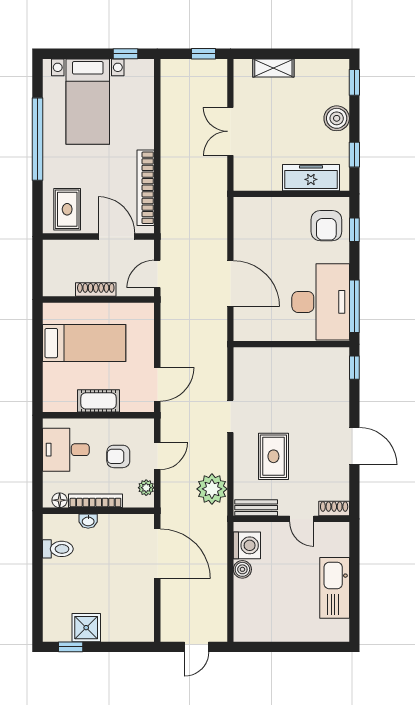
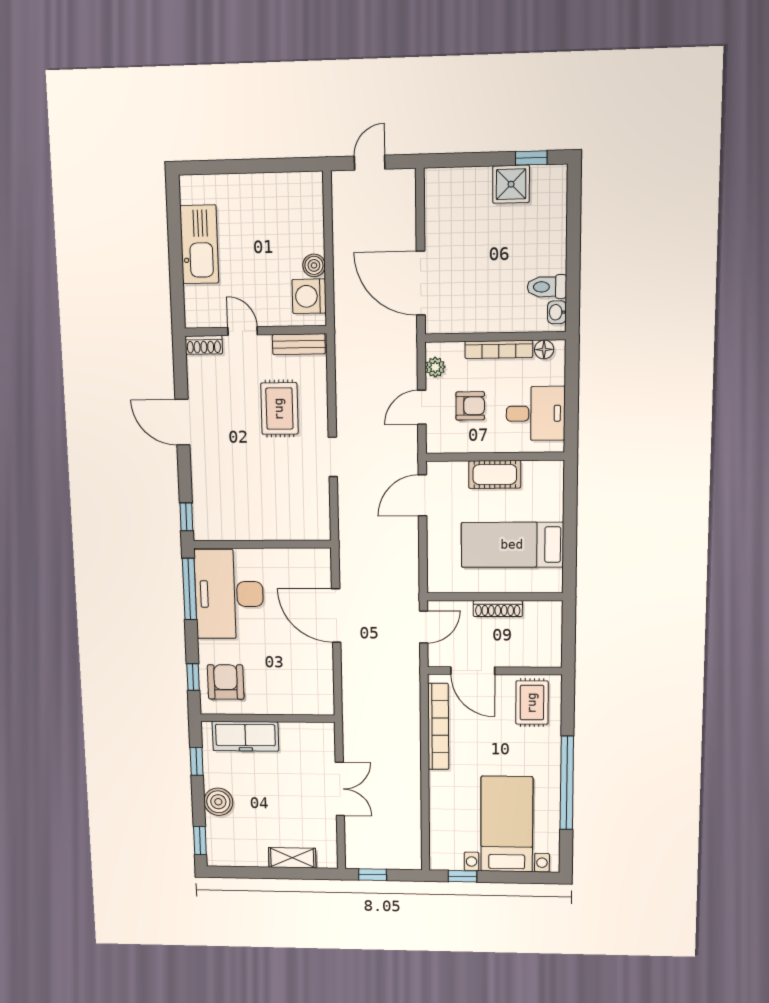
plant: (212, 489) -> (354, 367), removed
washbasin: (88, 521) -> (557, 312), moved, turned -90

